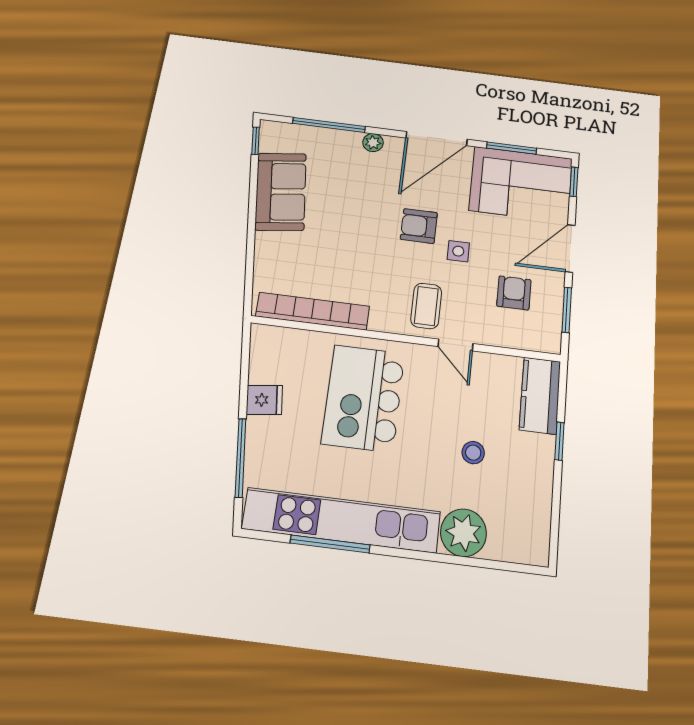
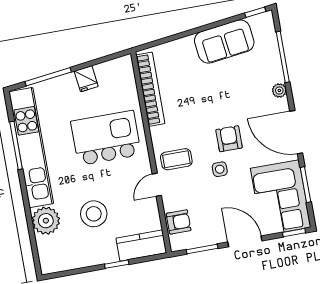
armchair: (514, 293) -> (179, 222), moved
stool: (473, 453) -> (94, 214), width x1.89, depth x1.89

